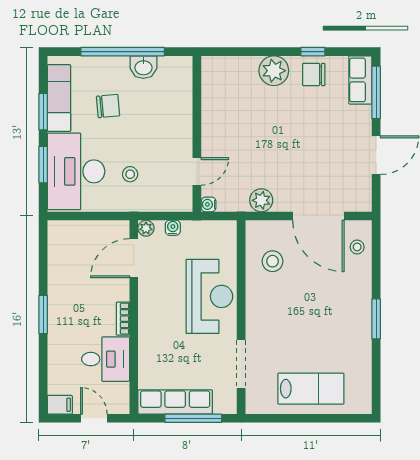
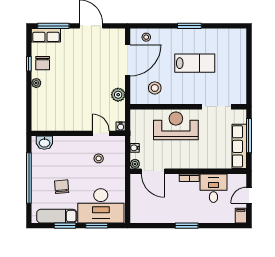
washbasin: (143, 67) -> (44, 143), moved, turned 90
plant: (274, 71) -> (36, 83), width x0.53, depth x0.53
stool: (130, 174) -> (99, 158), moved
lab bench: (311, 389) -> (195, 63), moved, turned 90

